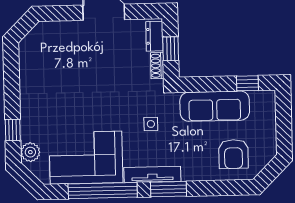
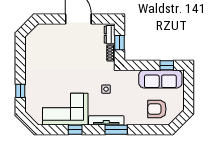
sofa: (215, 106) -> (160, 79), moved
plant: (30, 152) -> (31, 105), removed
armchair: (233, 154) -> (157, 109), turned 90
window: (103, 191) -> (75, 130), width x0.32

